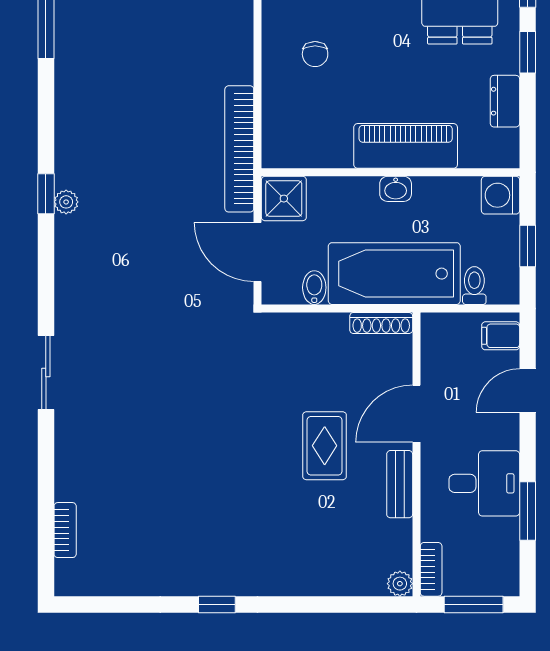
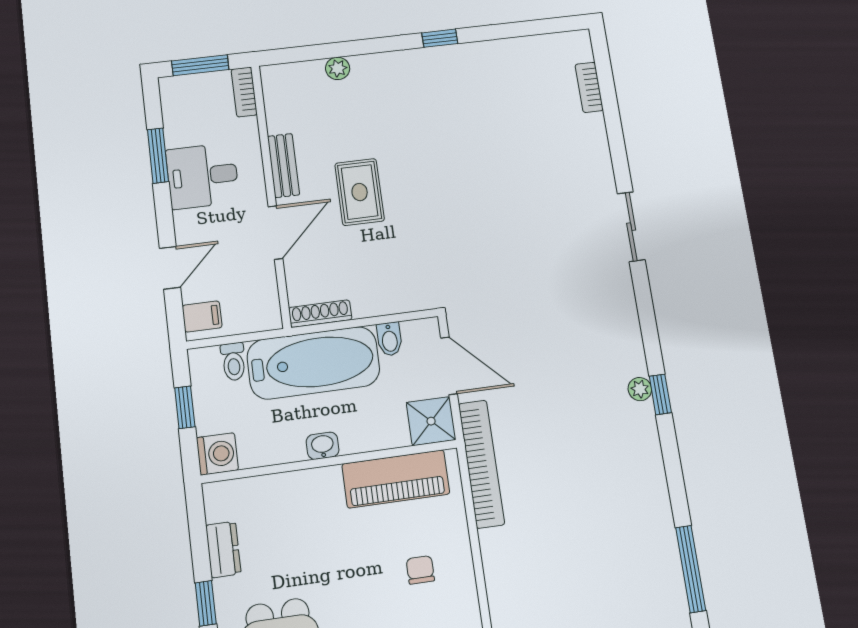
piano: (406, 146) -> (396, 479), moved
plant: (400, 584) -> (338, 68), moved

